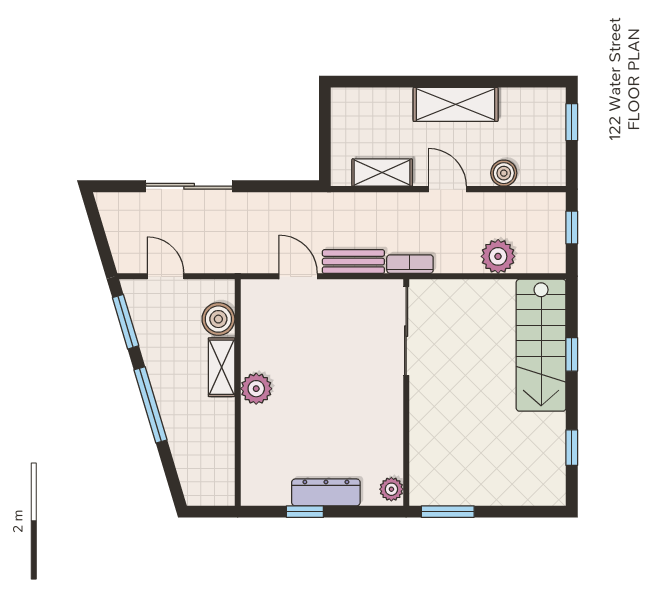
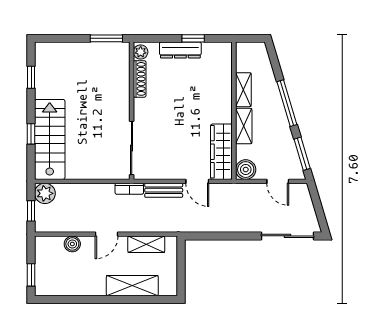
shelving: (456, 104) -> (132, 286), moved
sliding door: (189, 186) -> (287, 236), moved
door: (447, 189) -> (107, 234), hinge flipped
plant: (498, 256) -> (45, 193), moved
boiler: (218, 319) -> (246, 170), moved
wardrobe: (258, 325) -> (221, 152), added
plant: (256, 389) -> (223, 113), removed
shelving: (222, 427) -> (243, 90), added
shoe rack: (393, 445) -> (140, 79), added

